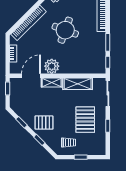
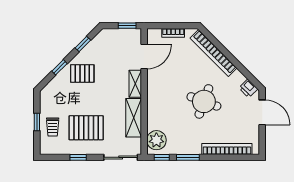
plant: (52, 66) -> (156, 140), moved
door: (31, 76) -> (144, 56), hinge flipped
pallet: (44, 123) -> (82, 73), turned 90
trolley: (69, 142) -> (53, 127), moved

